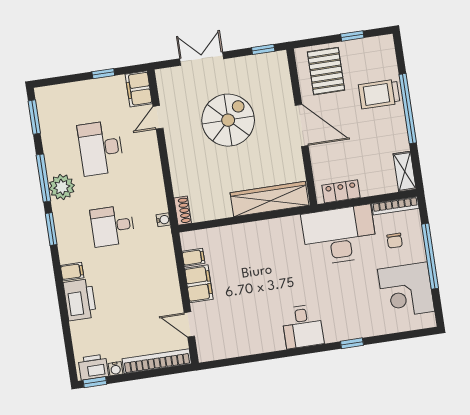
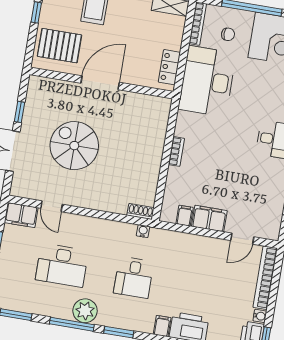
window: (263, 49) -> (19, 112), moved
wardrobe: (270, 199) -> (155, 132), removed
bookcase: (257, 227) -> (176, 151), added

